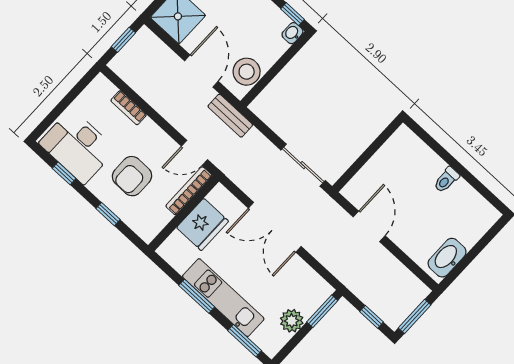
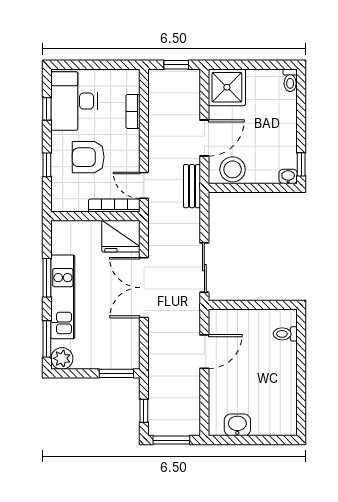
toilet: (446, 180) -> (285, 334), moved
fridge: (202, 224) -> (121, 236), moved
washbasin: (447, 258) -> (237, 425), width x0.72
plant: (292, 321) -> (62, 358), moved

